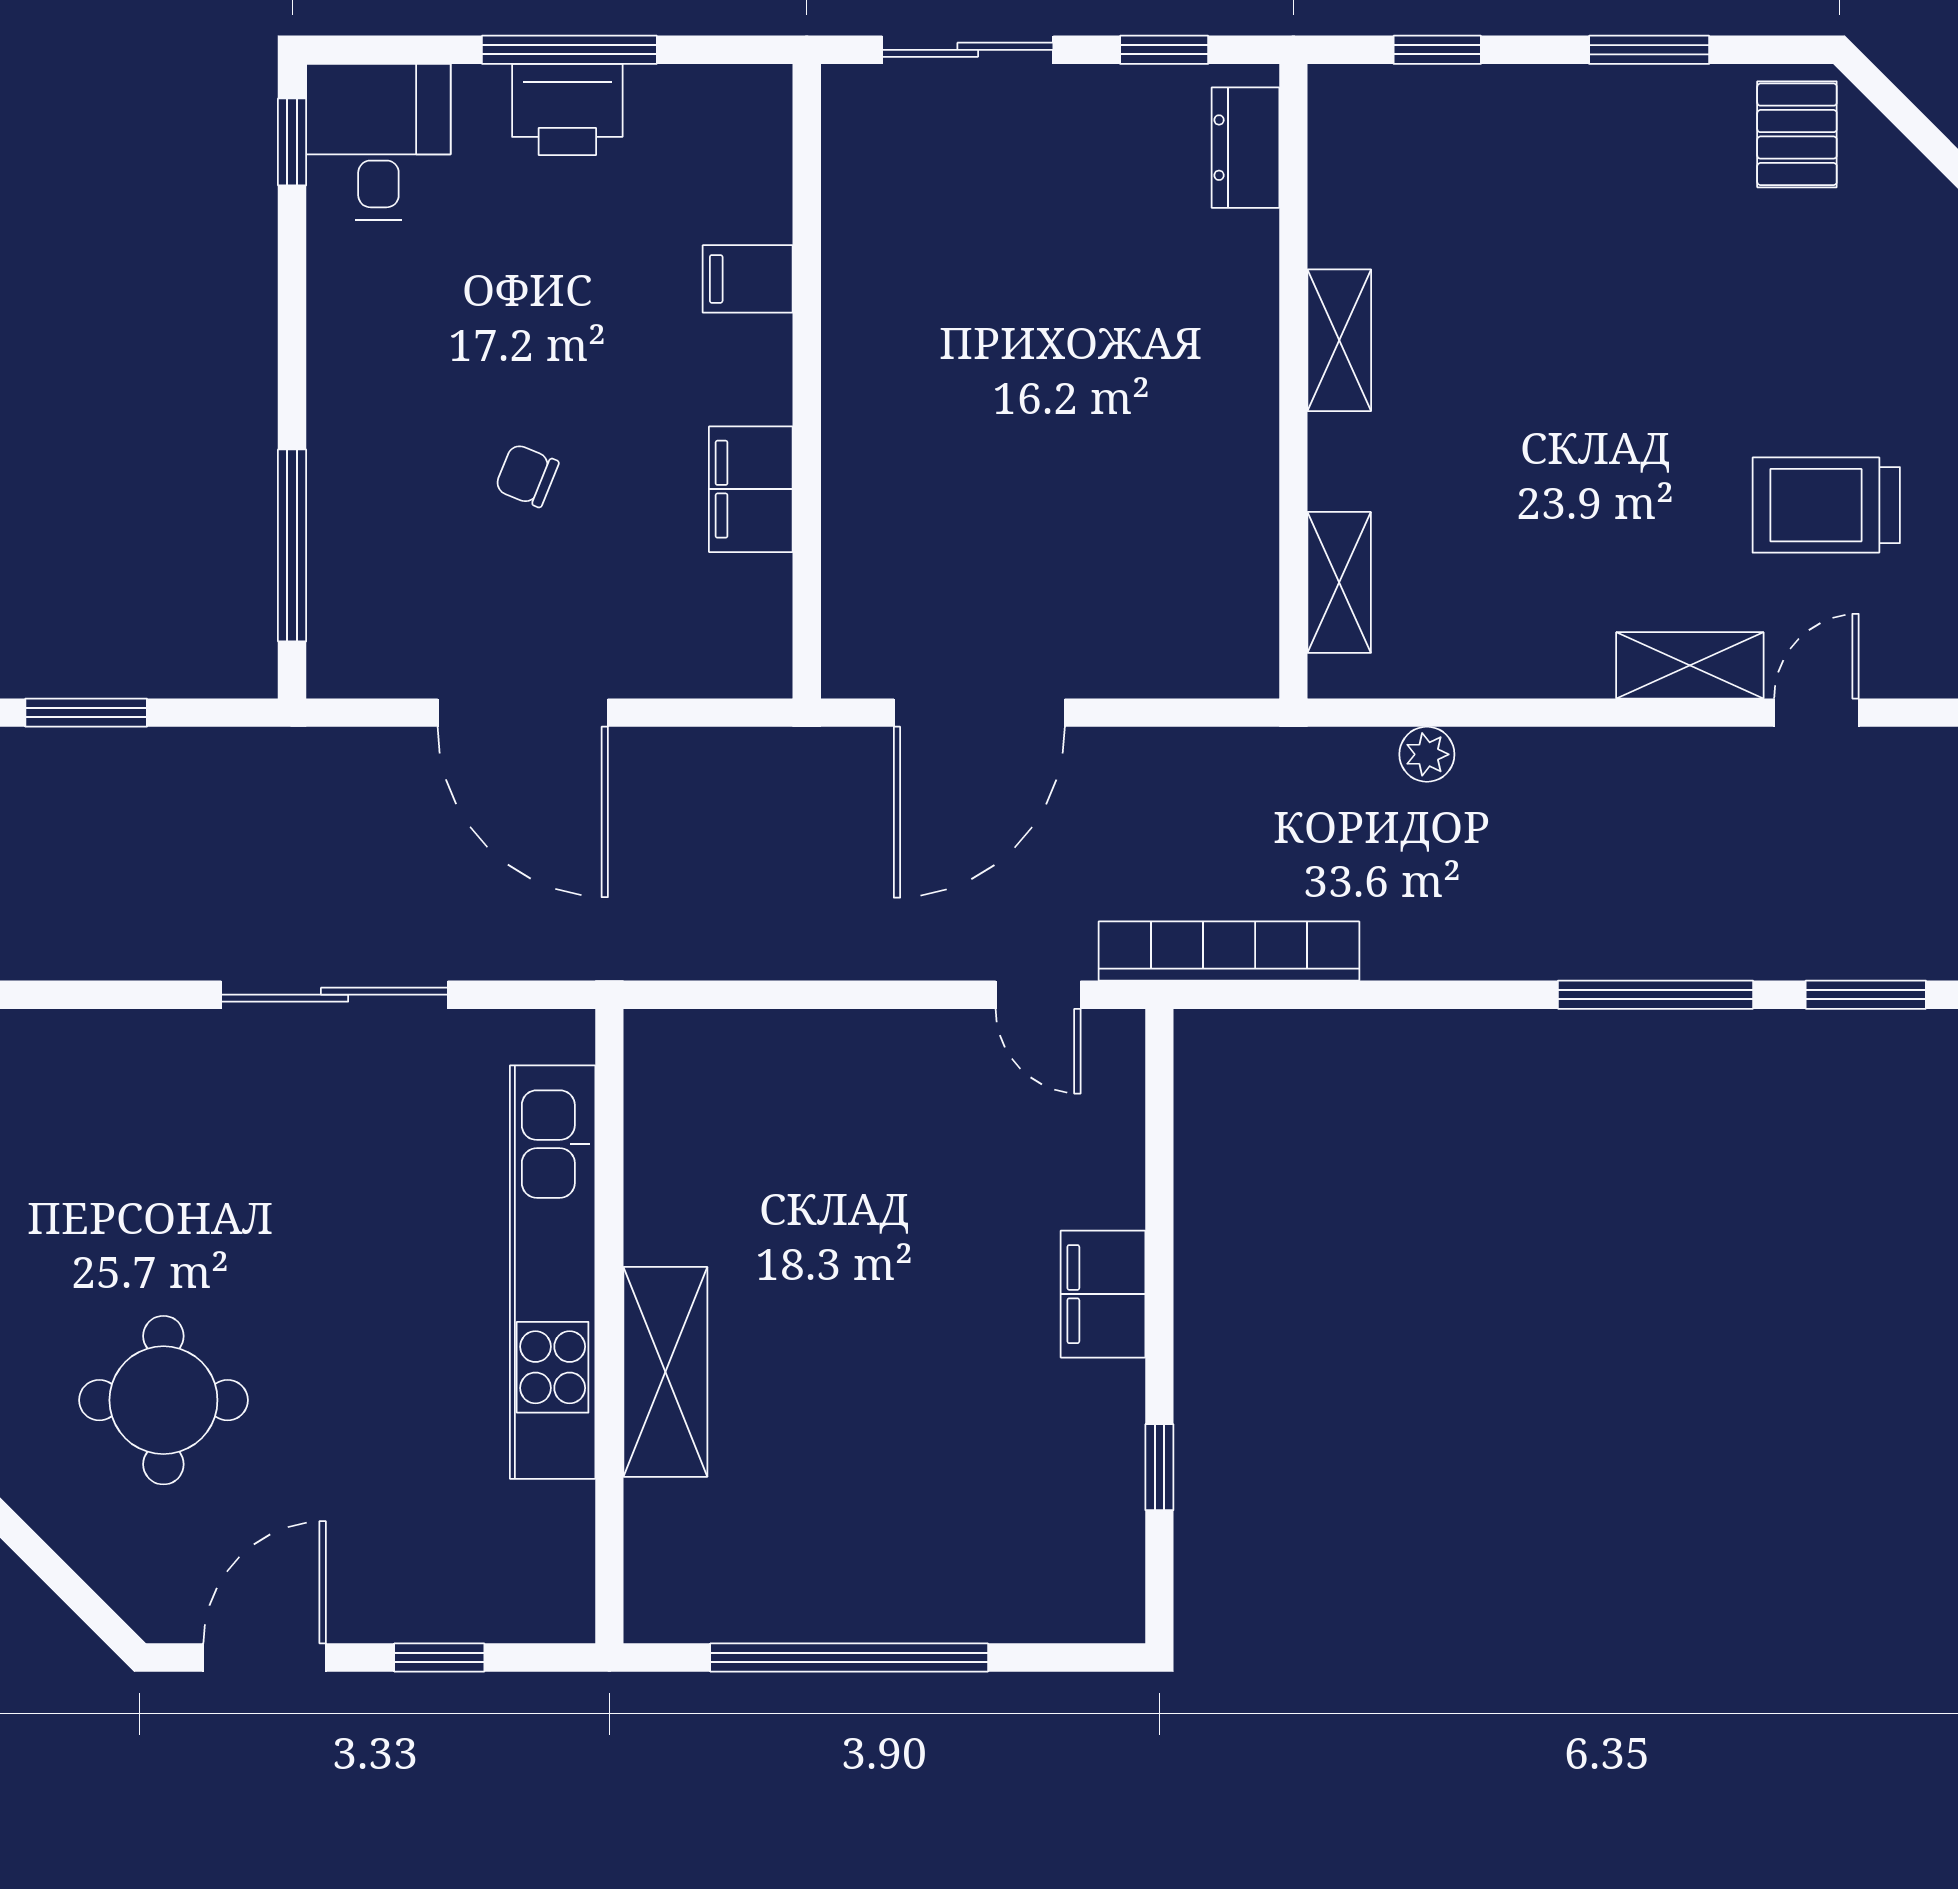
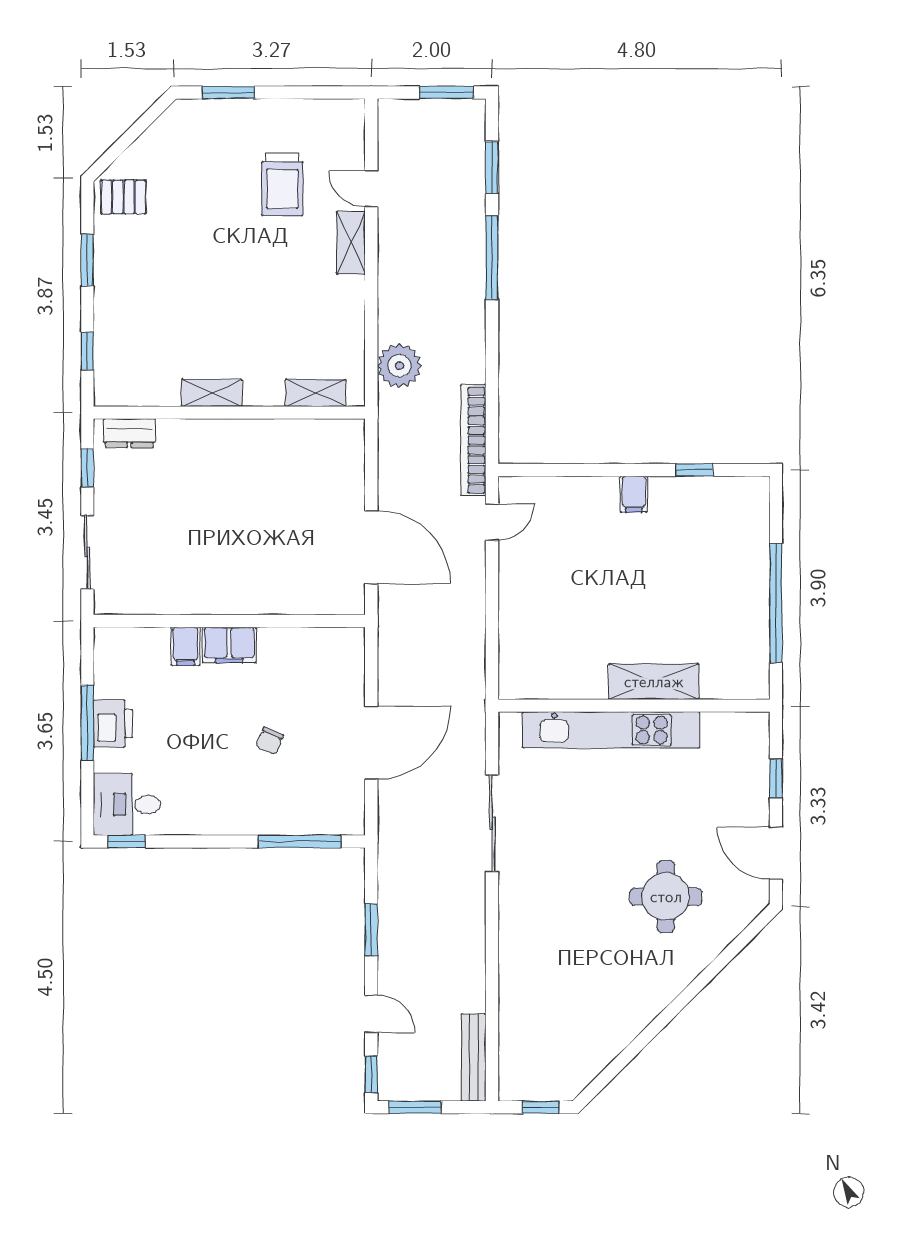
filing cabinet: (751, 489) -> (229, 645), moved
plant: (1427, 754) -> (399, 366), width x1.88, depth x1.88
filing cabinet: (1103, 1294) -> (634, 494), width x0.50

